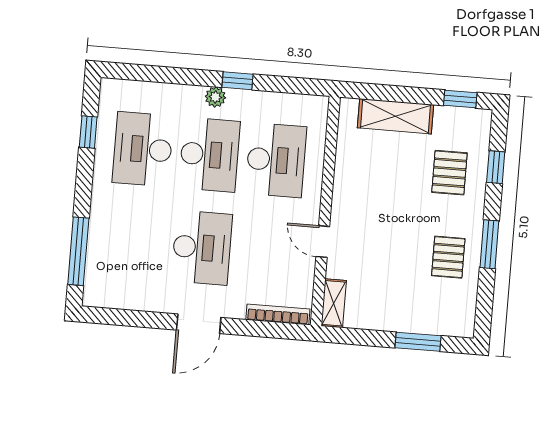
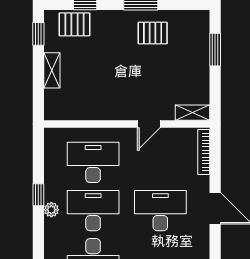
shelving: (396, 116) -> (52, 70), width x0.67, depth x0.75
pallet: (449, 173) -> (75, 24), moved

